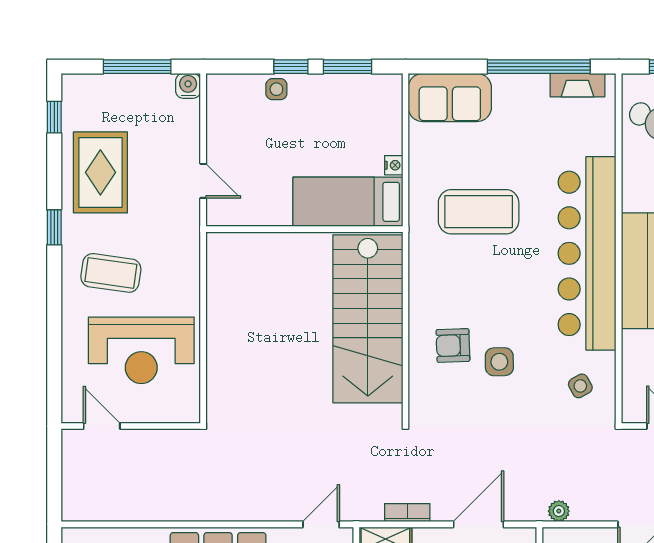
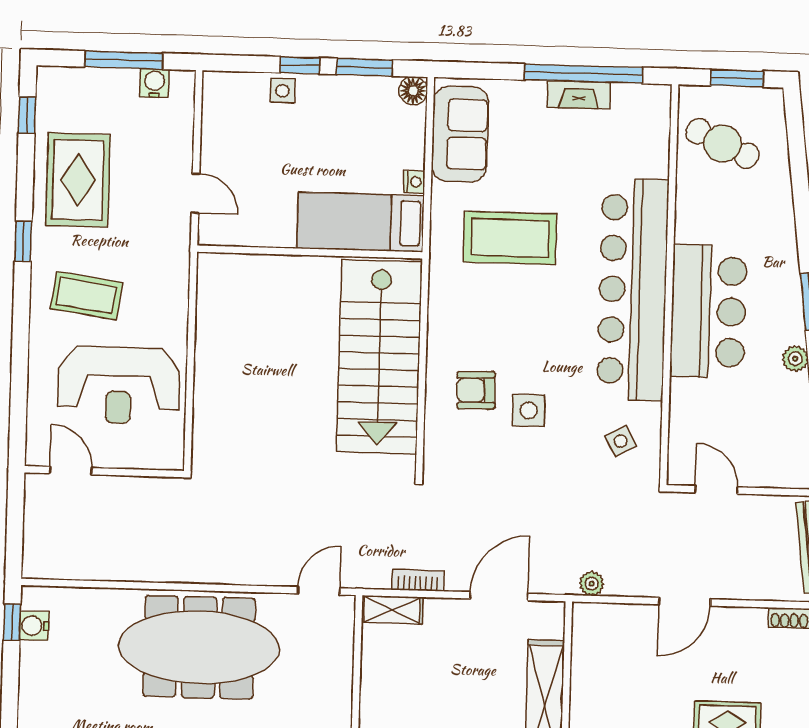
fireplace: (577, 85) -> (579, 95), moved
water cooler: (188, 86) -> (154, 83), moved
floor lamp: (390, 86) -> (413, 91), added
sofa: (450, 97) -> (460, 134), moved, turned -90

